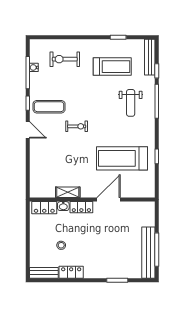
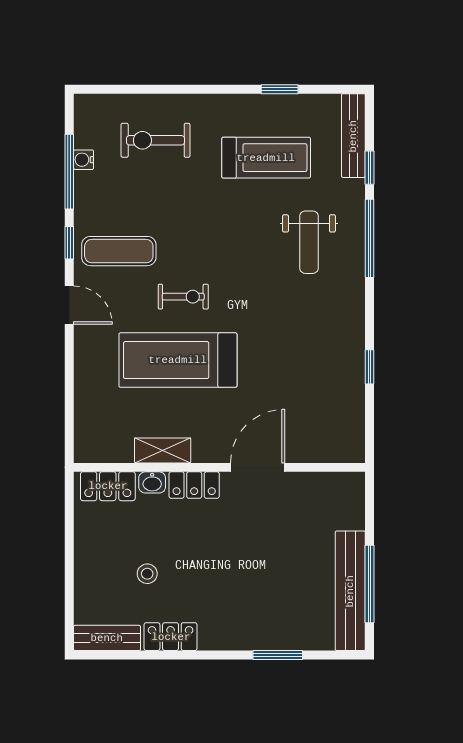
treadmill: (122, 158) -> (178, 360), moved

